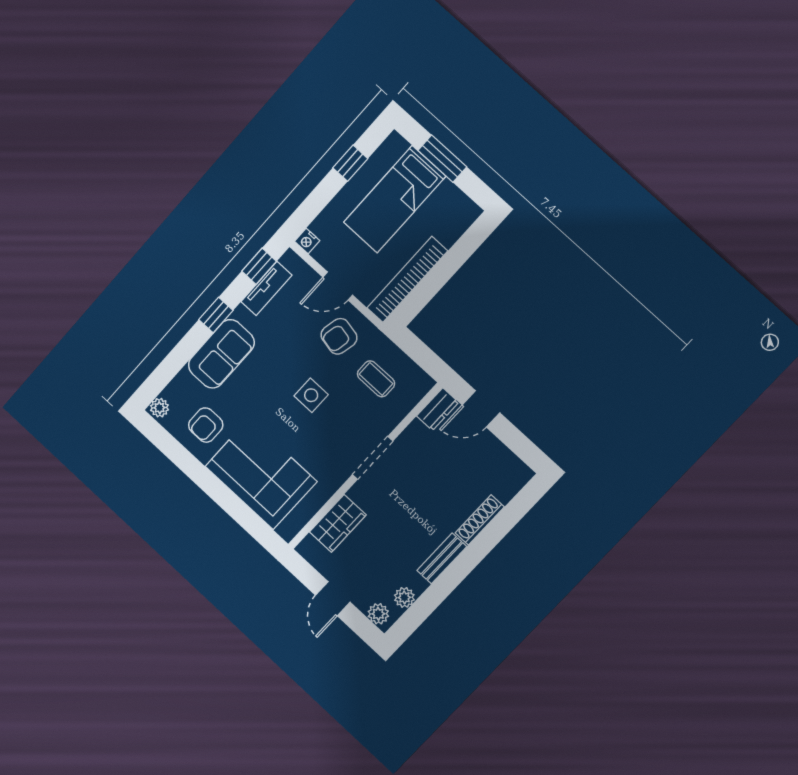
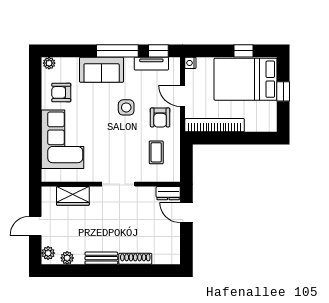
window: (442, 159) -> (283, 91), width x0.67
bed: (395, 199) -> (246, 79), width x1.50
window: (216, 315) -> (117, 51), width x2.17
armchair: (339, 336) -> (160, 117), turned -102
side table: (311, 395) -> (126, 107), moved

